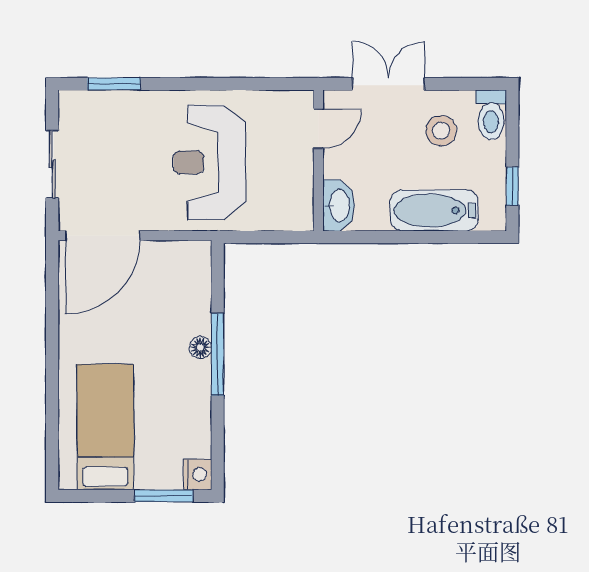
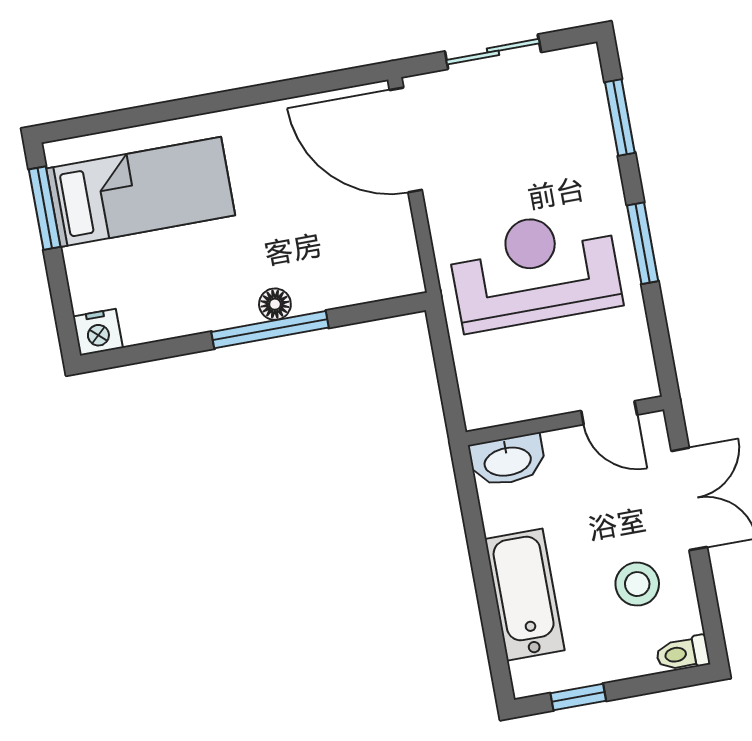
window: (205, 84) -> (643, 243), added
toilet: (491, 115) -> (683, 653), width x0.73, depth x0.72
window: (164, 496) -> (45, 208), moved

